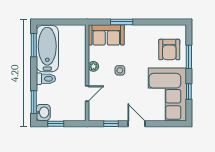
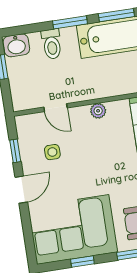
side table: (120, 70) -> (52, 152), moved
toilet: (46, 79) -> (52, 44), moved
window: (34, 102) -> (70, 22), moved

